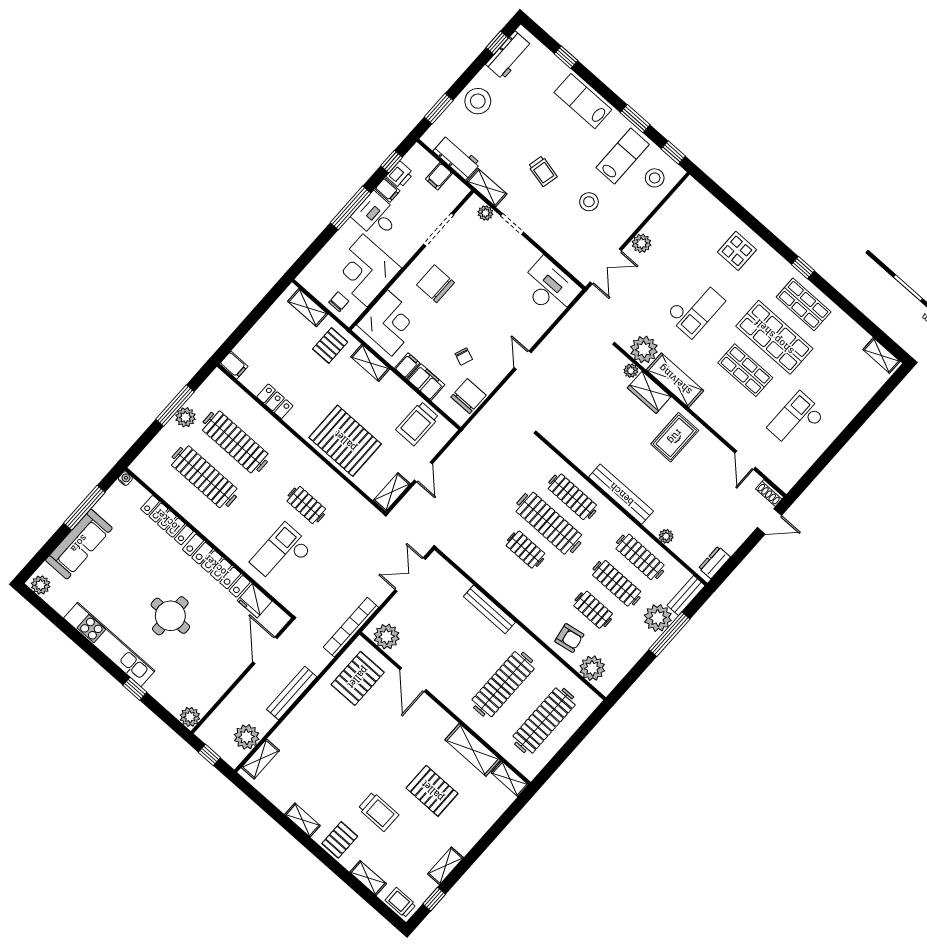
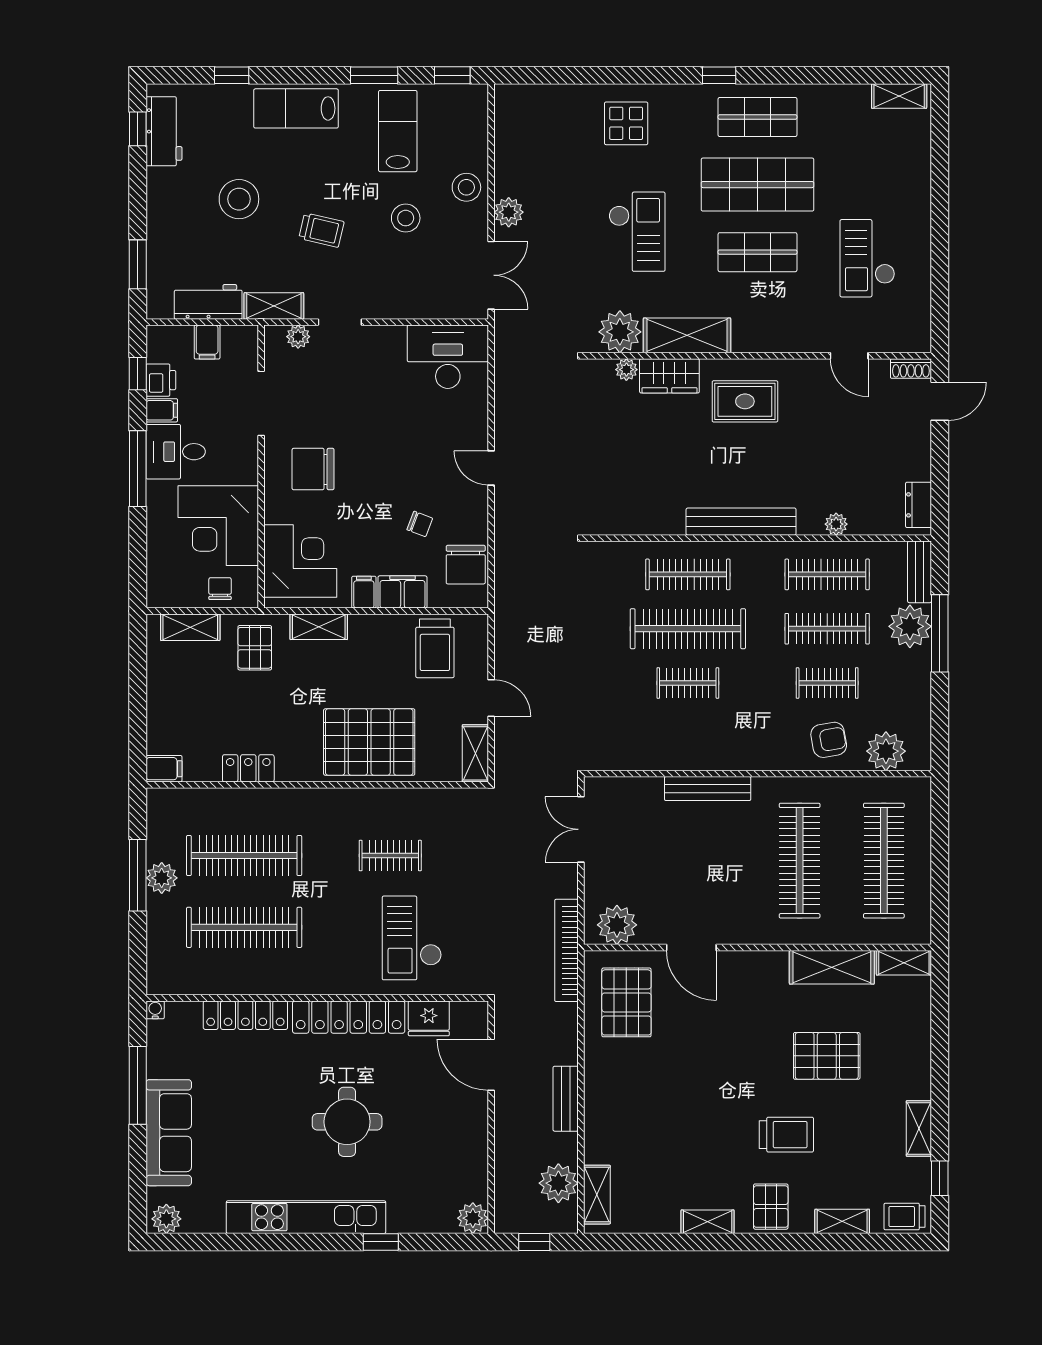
stool: (478, 101) -> (239, 199), moved
stool: (655, 178) -> (466, 187), moved
chair: (469, 396) -> (466, 565), turned 180
rug: (675, 437) -> (745, 401), turned 90
bench: (292, 693) -> (566, 1099), width x0.73

